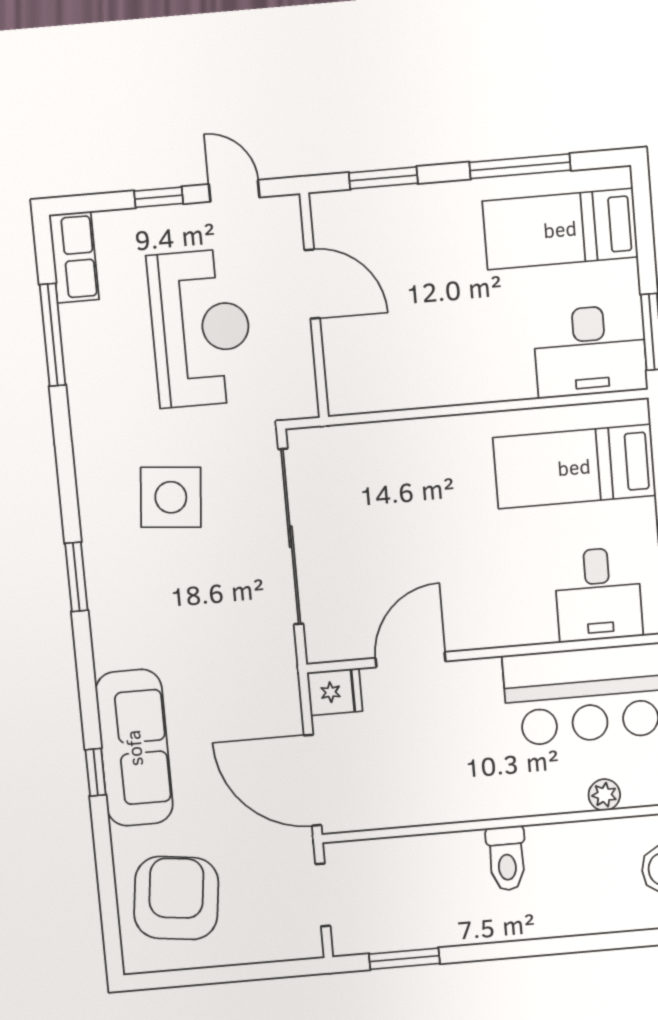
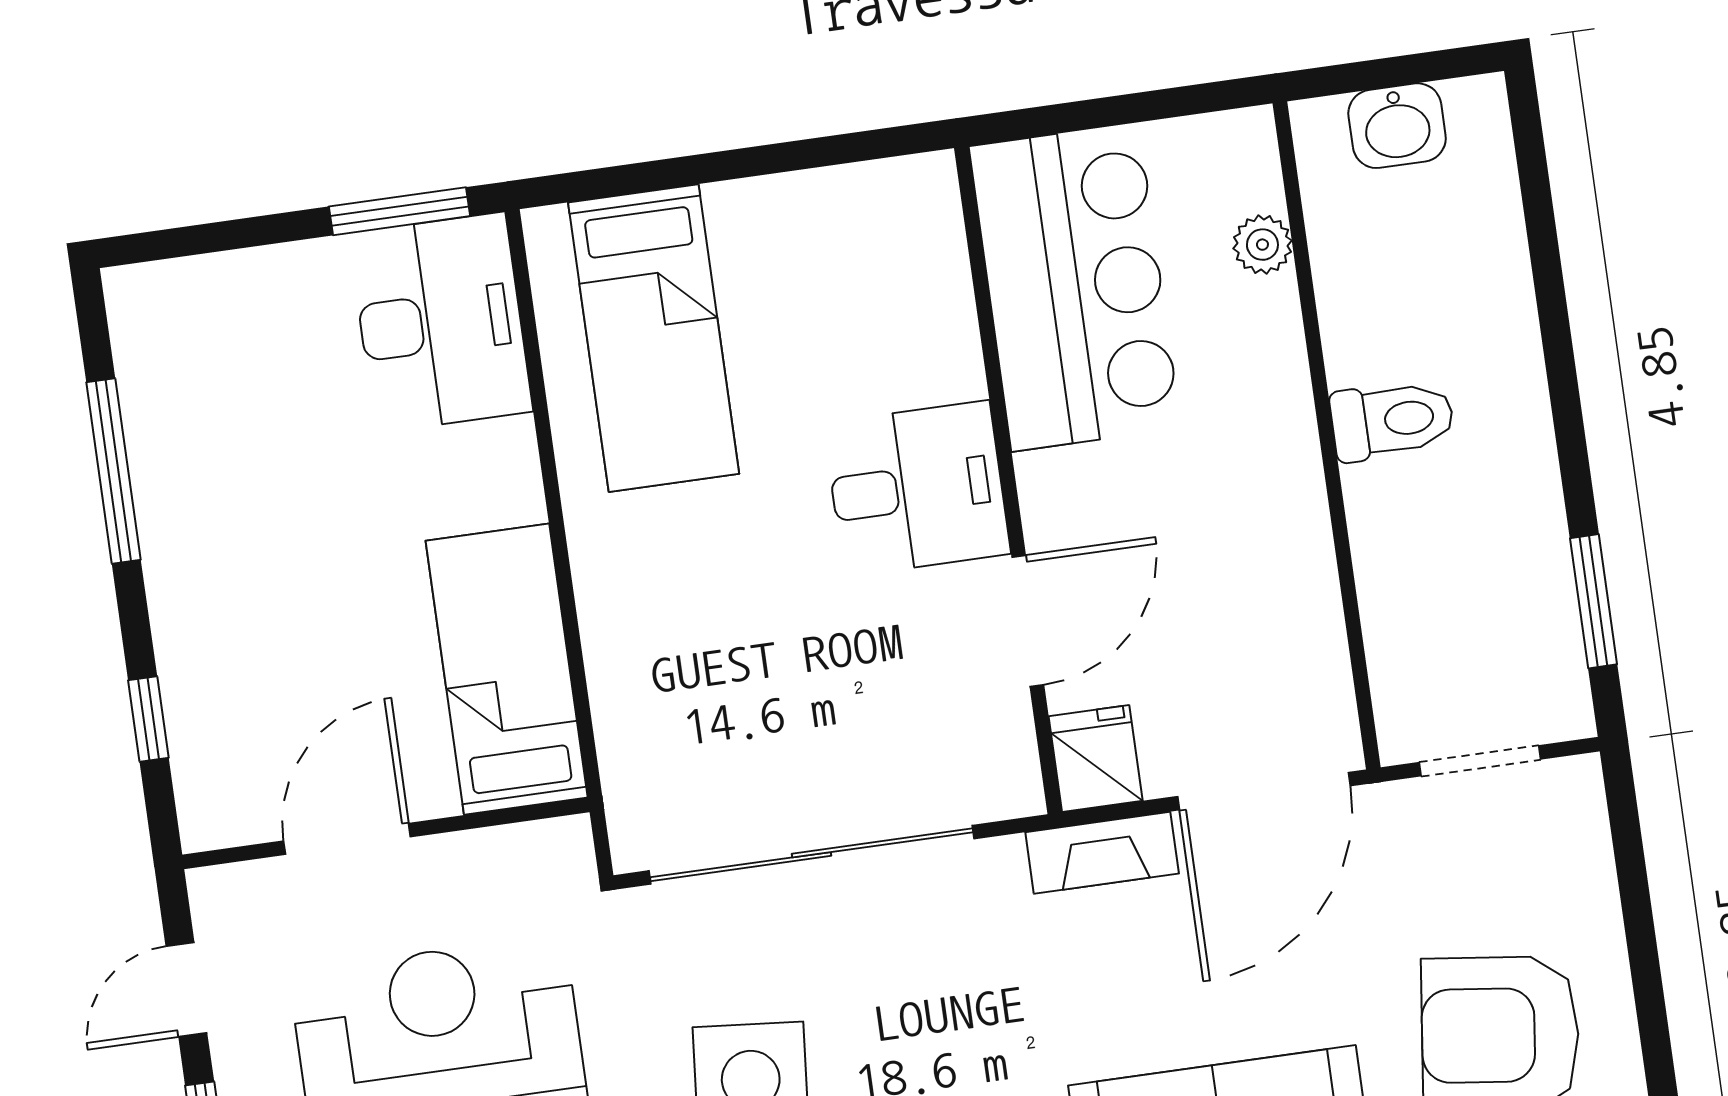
window: (383, 178) -> (148, 719), width x0.67
bed: (560, 229) -> (507, 669), moved, turned 180
desk: (598, 594) -> (917, 488), moved
door: (410, 660) -> (1028, 621), swing flipped
fireplace: (284, 693) -> (1102, 853), added

